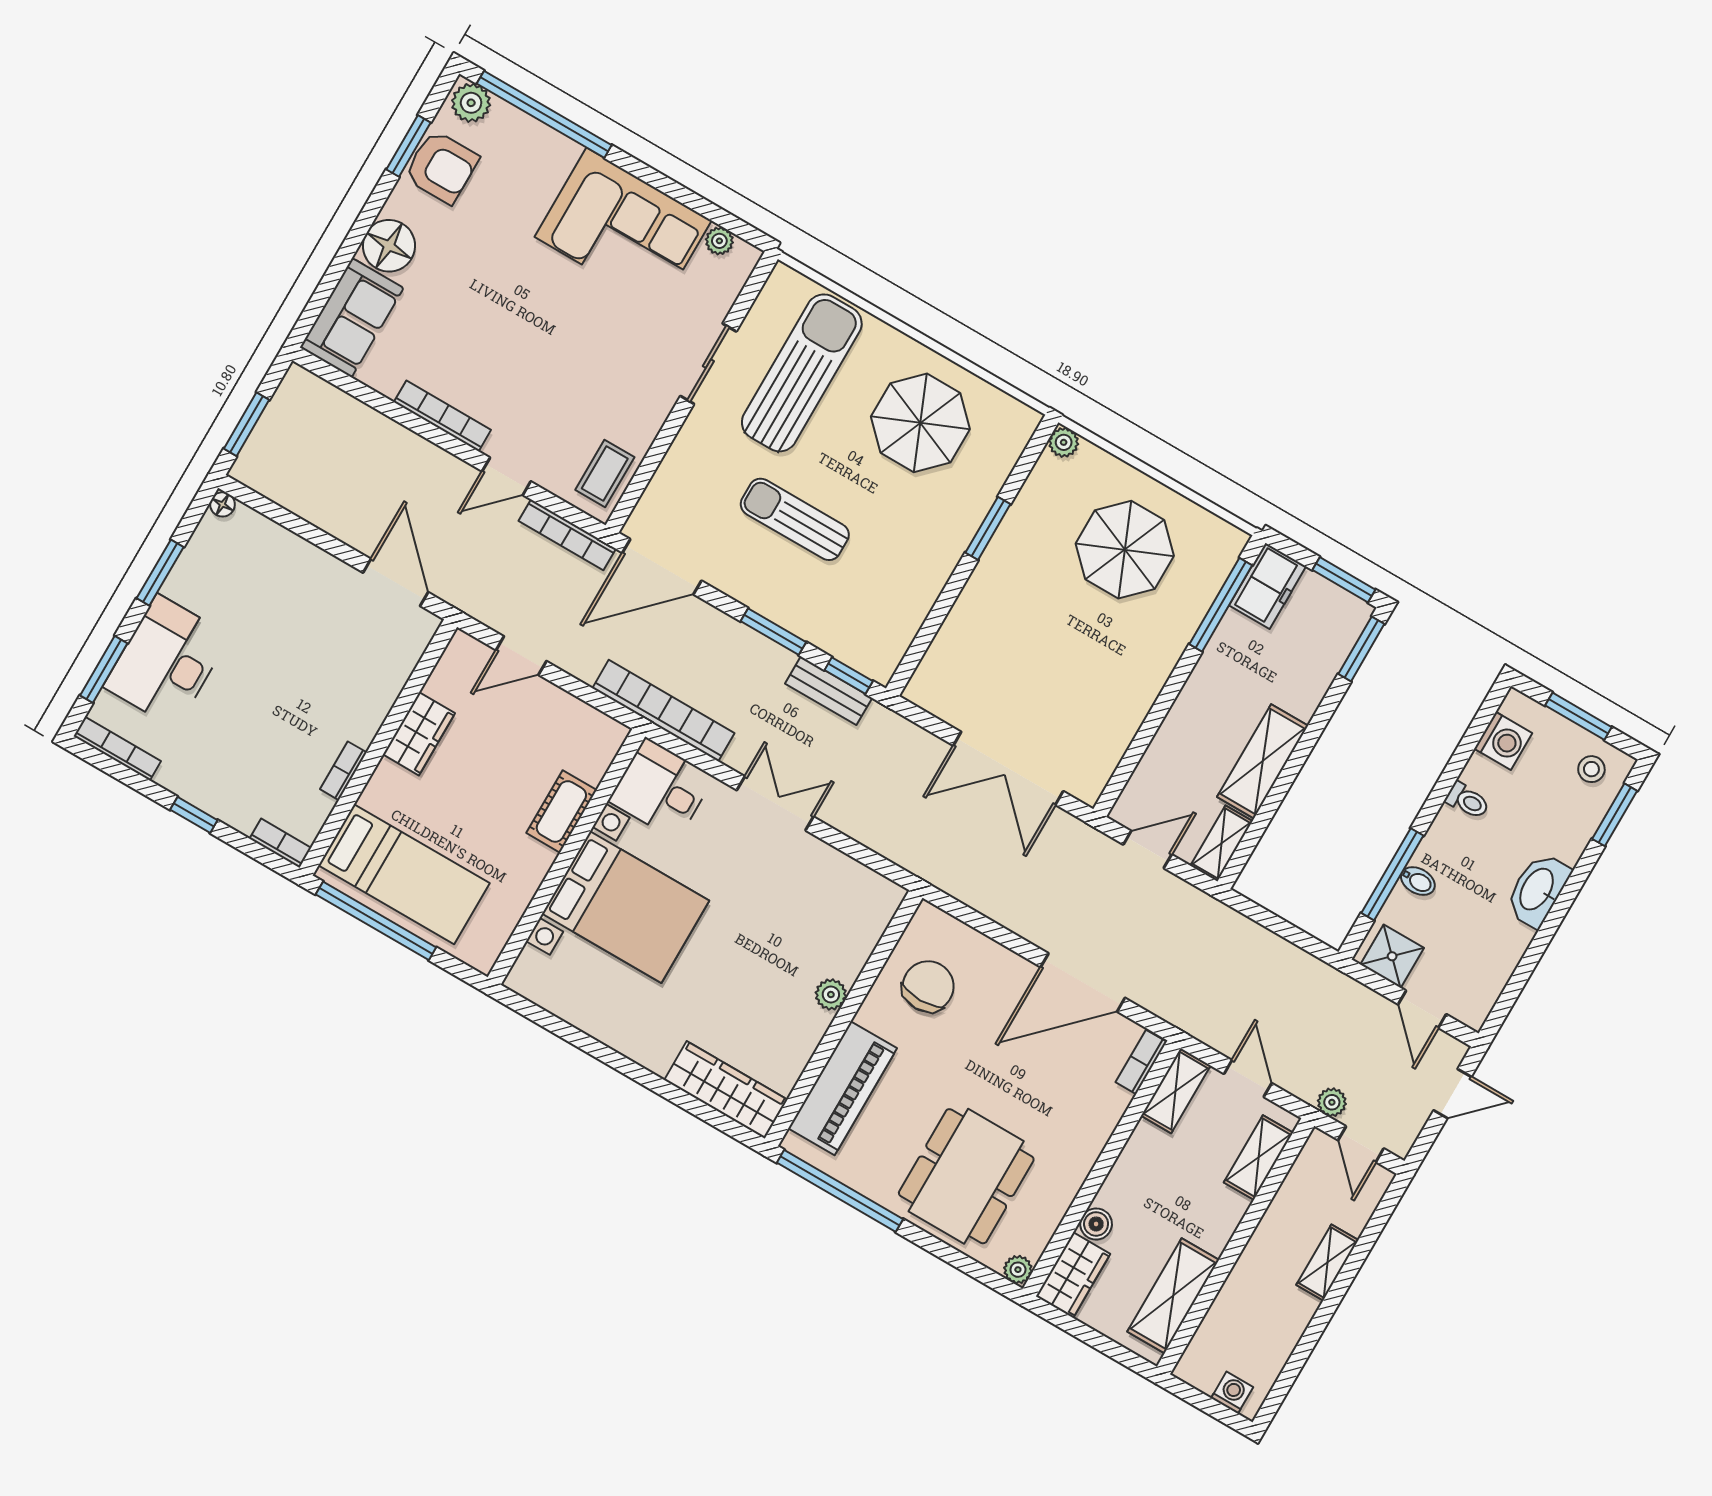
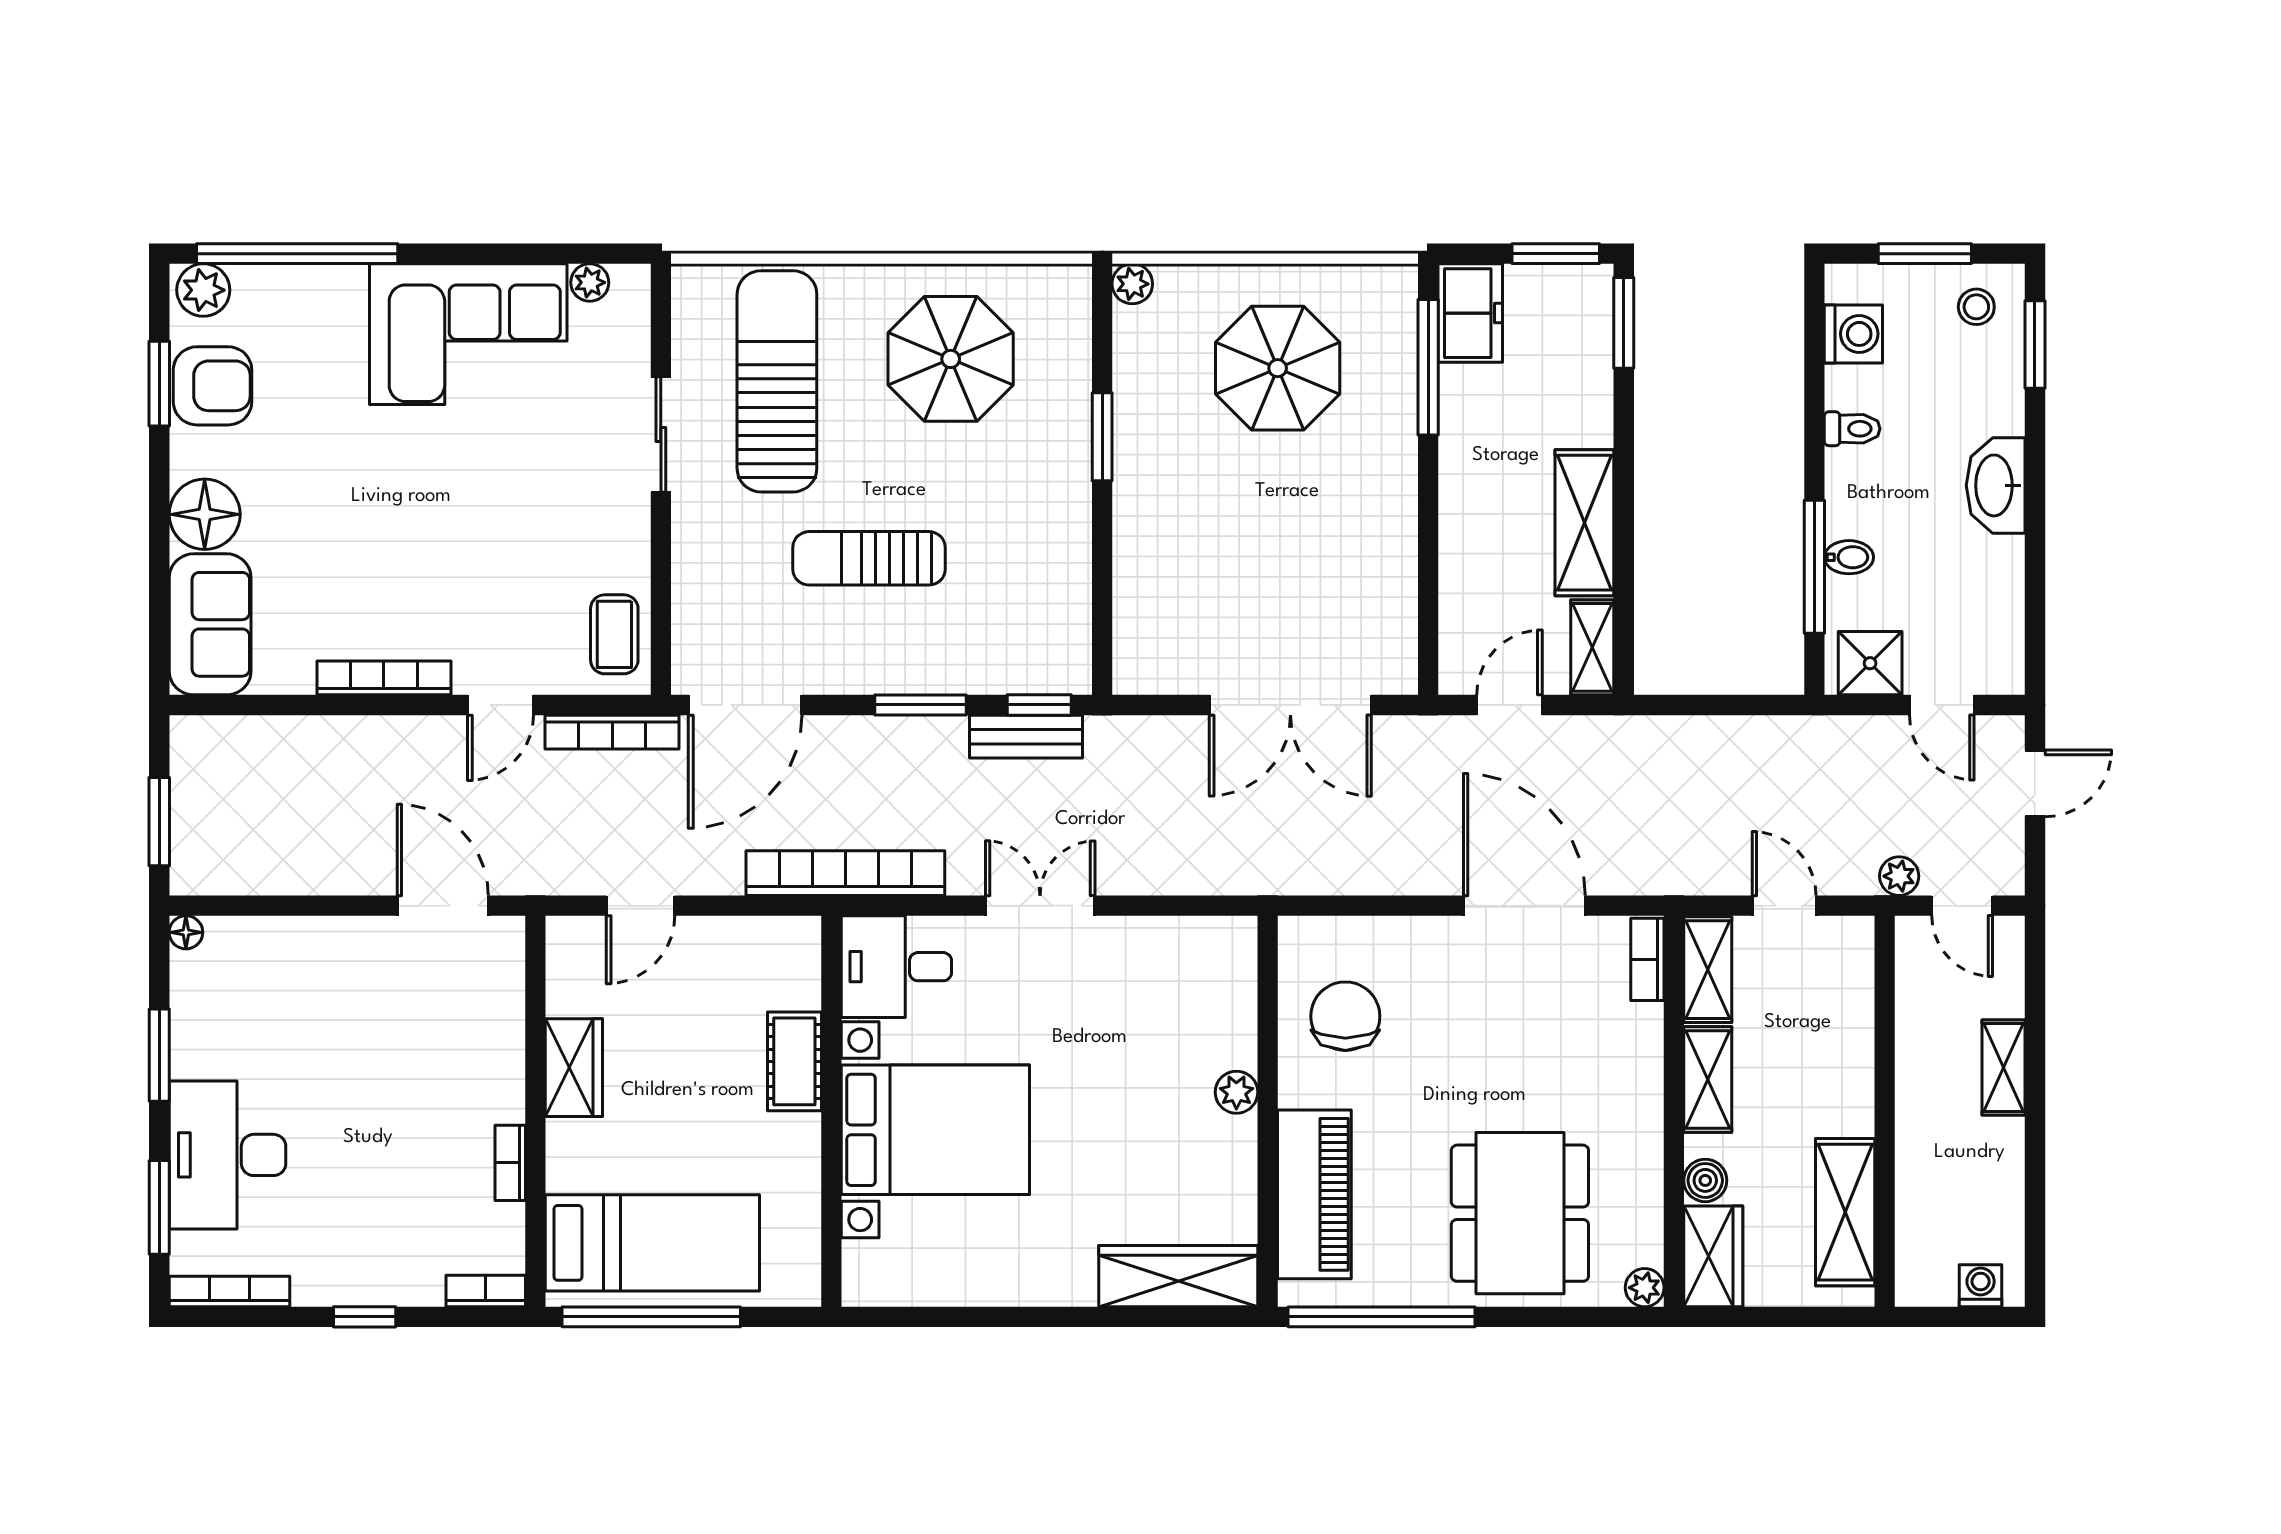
door: (1083, 982) -> (1524, 906), swing flipped
shelving: (1258, 1158) -> (1708, 1080), moved

